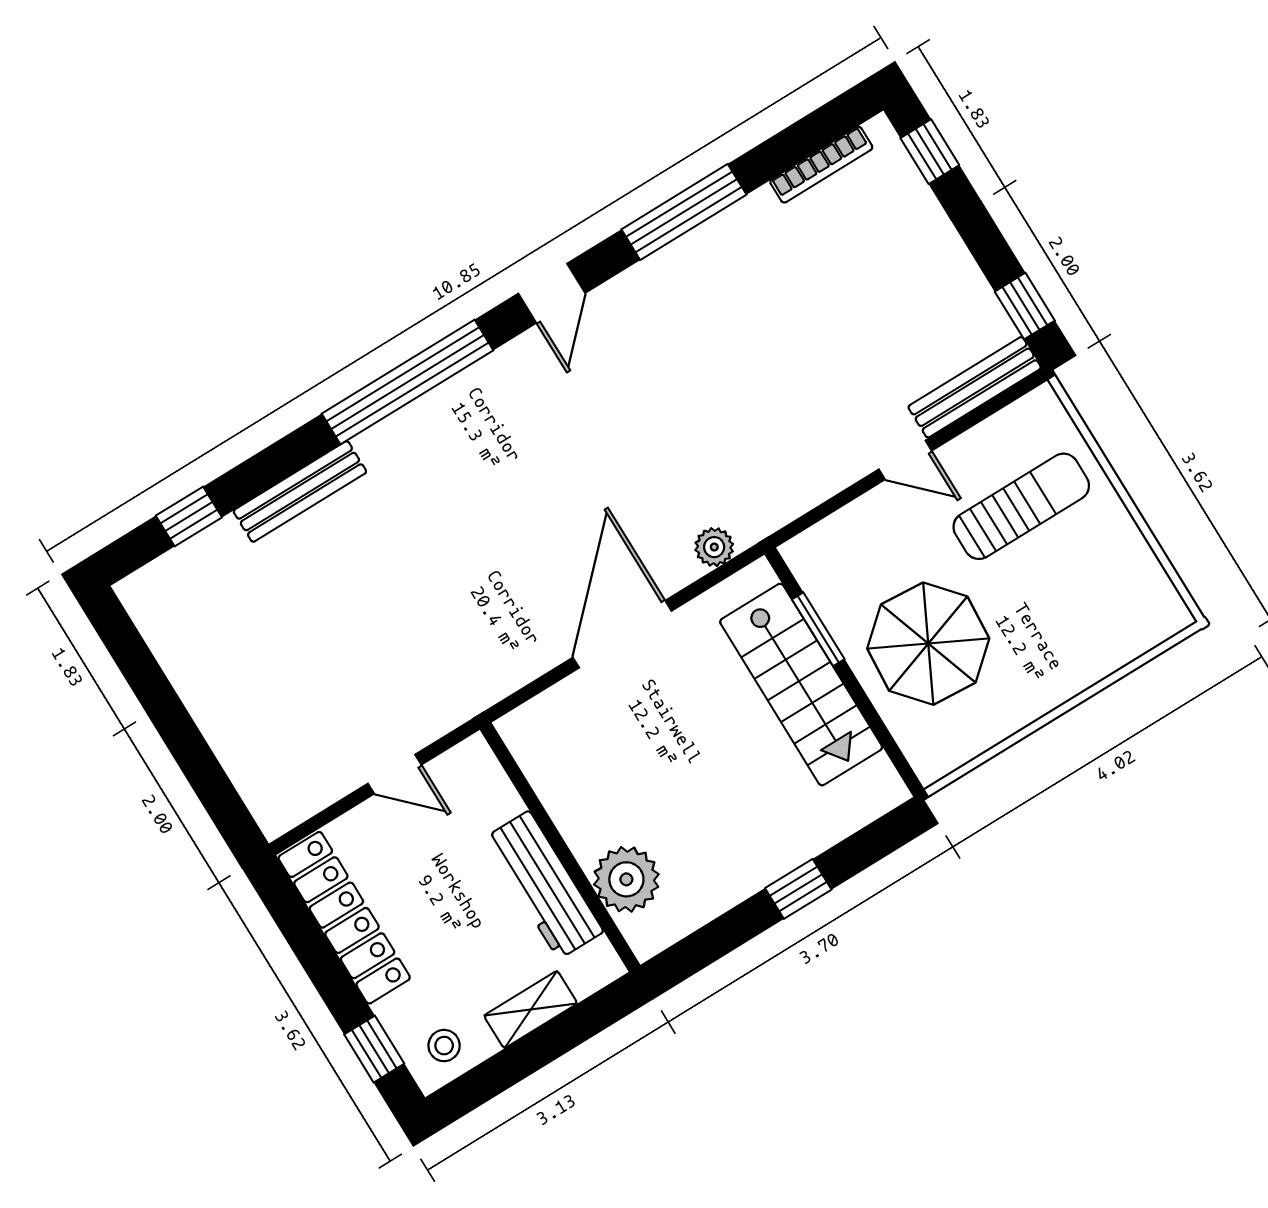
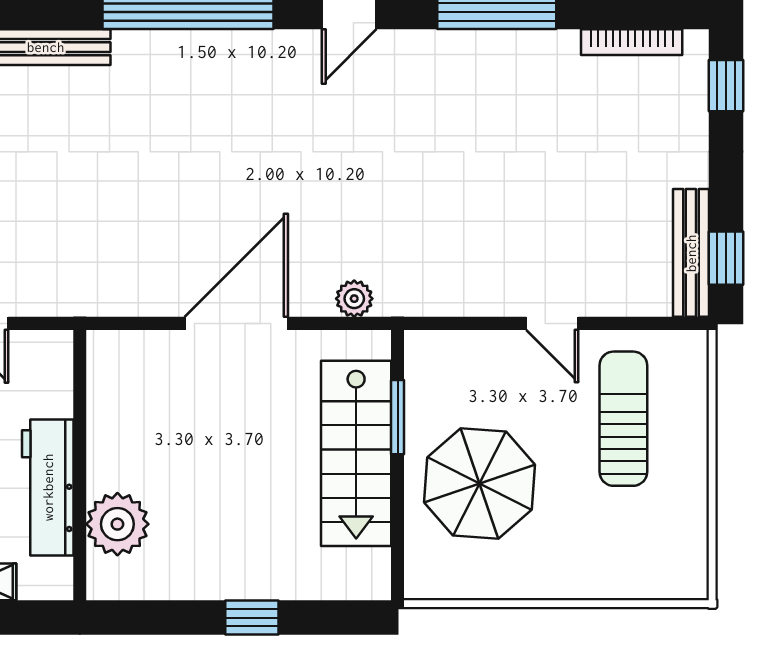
bench: (975, 387) -> (691, 253), moved, turned 90
sun lounger: (1021, 506) -> (623, 419), turned -90

